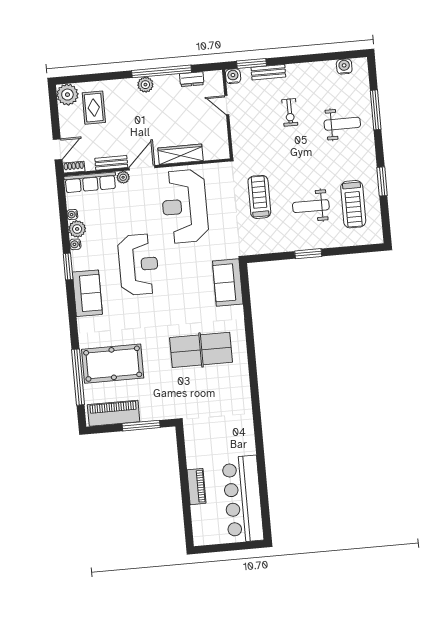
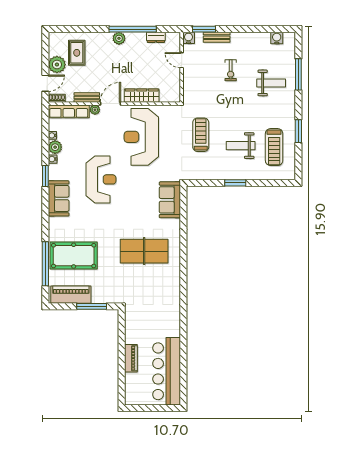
plant: (67, 95) -> (57, 65), moved

